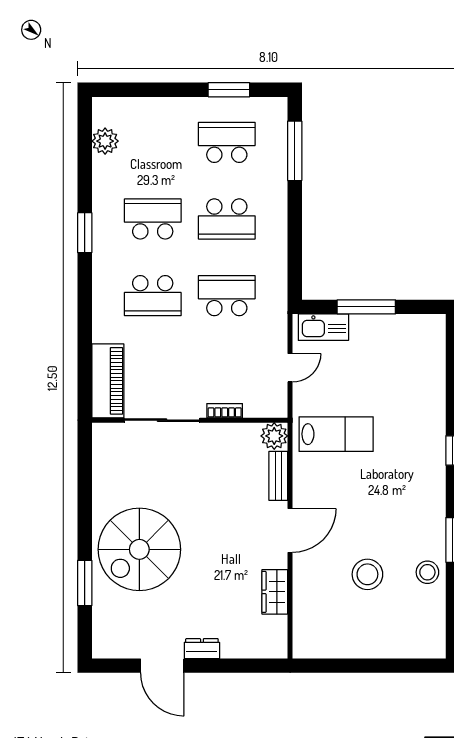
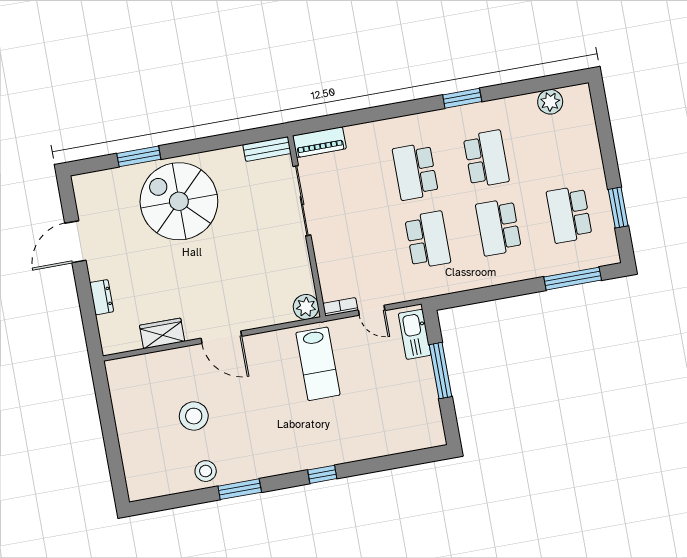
school desk: (227, 142) -> (569, 214), turned 180
piano: (108, 381) -> (319, 142), width x0.73, depth x0.75
bookcase: (225, 411) -> (340, 307), moved, turned -90
bench: (278, 476) -> (267, 149), moved
dresser: (202, 649) -> (102, 297), moved

